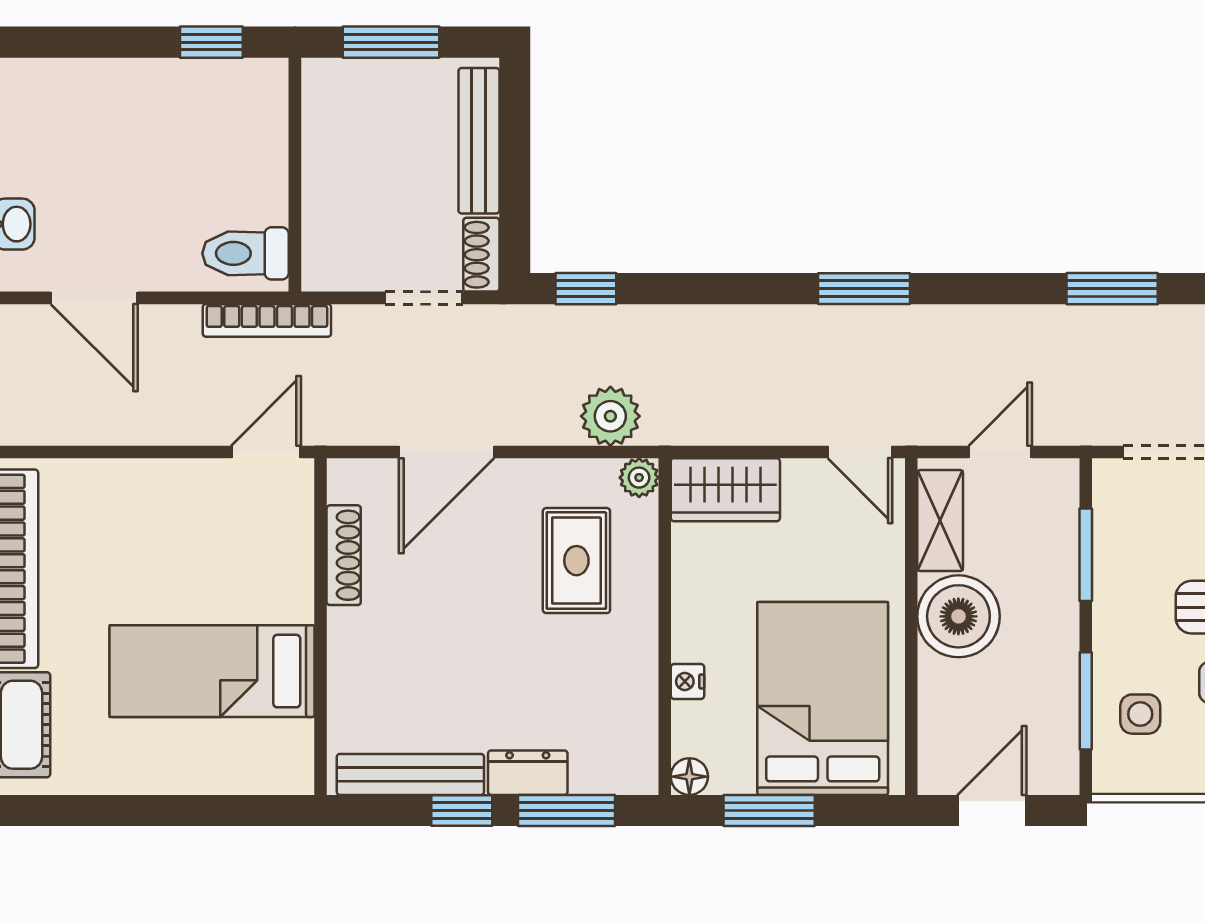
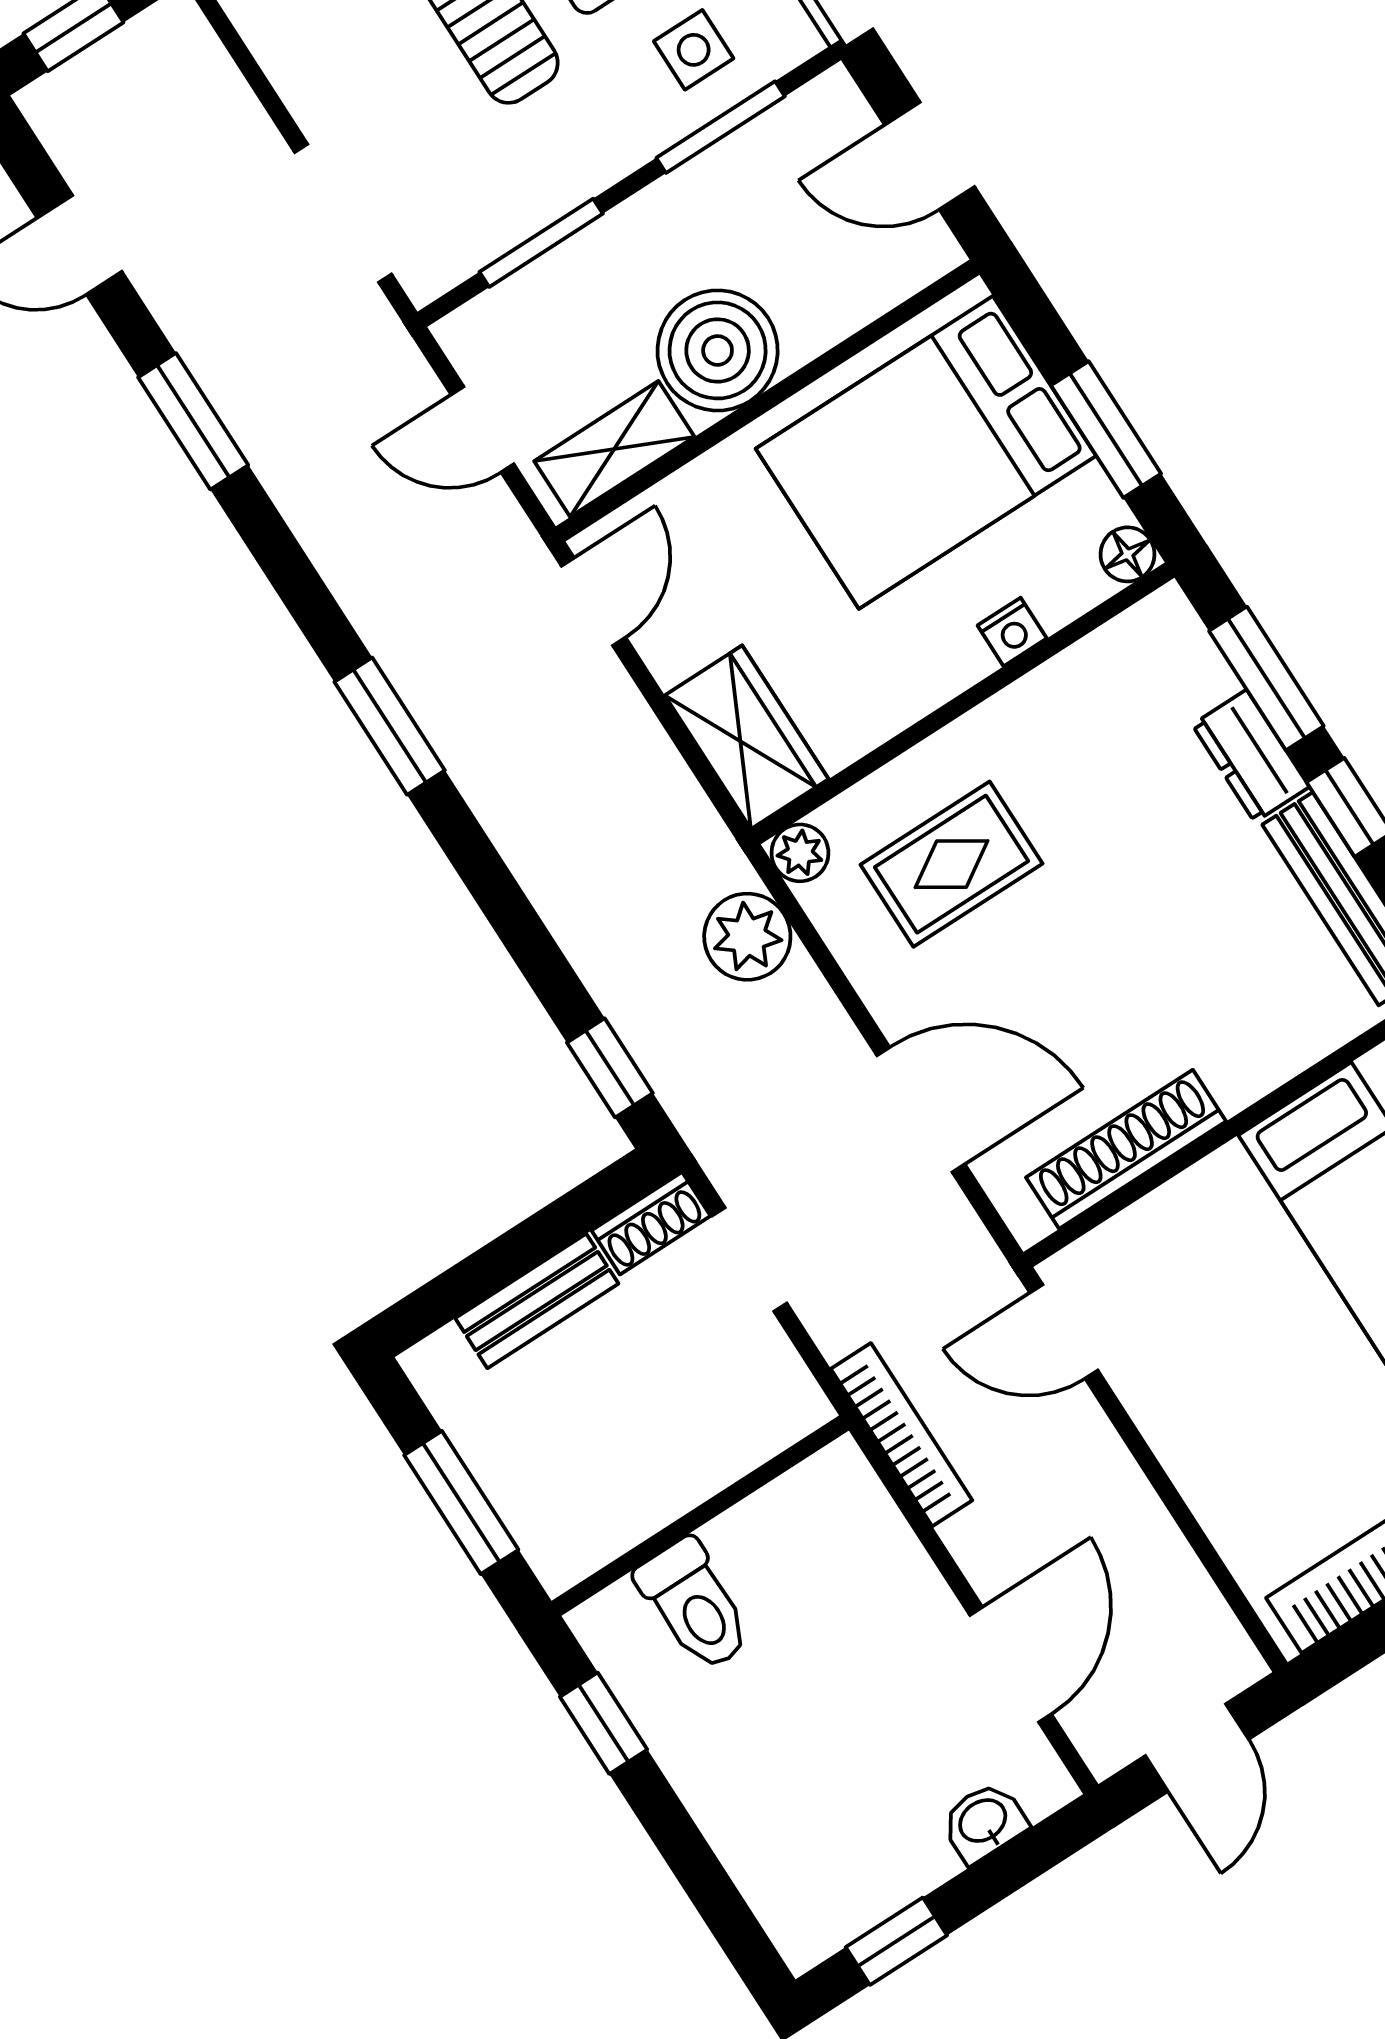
bench: (479, 141) -> (537, 1301), width x0.73
toilet: (246, 253) -> (695, 1605), moved
shoe rack: (344, 555) -> (1126, 1149), width x1.36, depth x1.24

